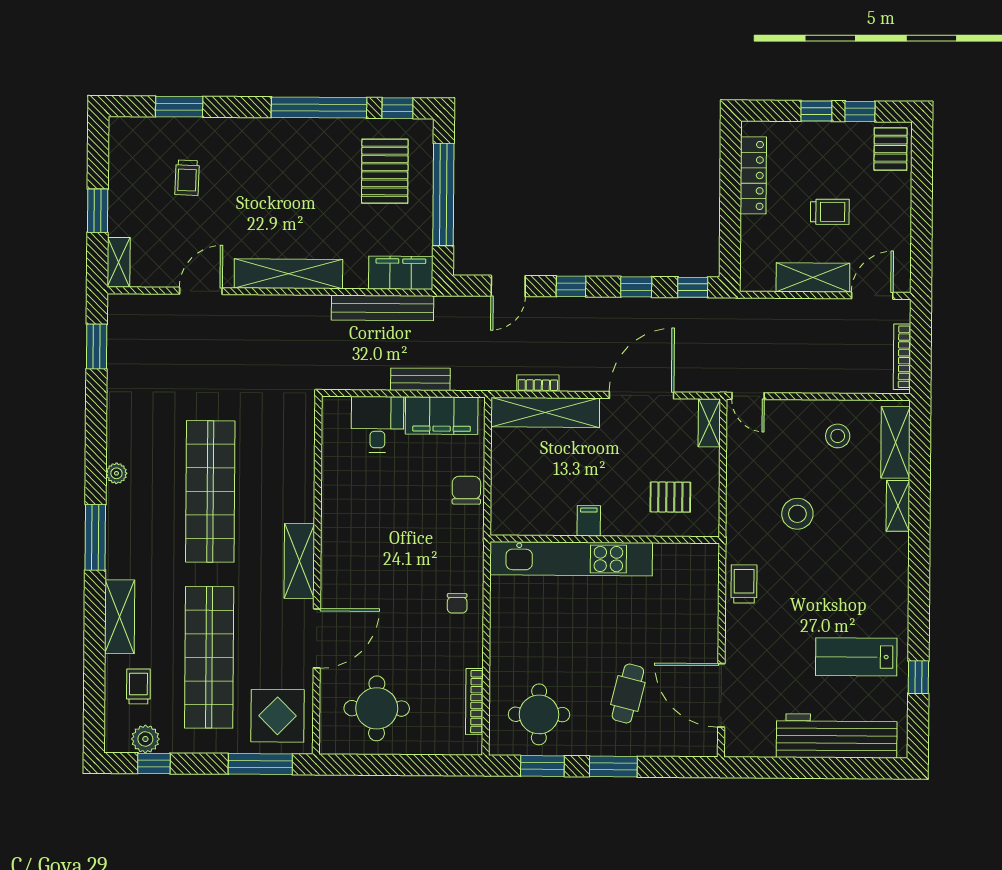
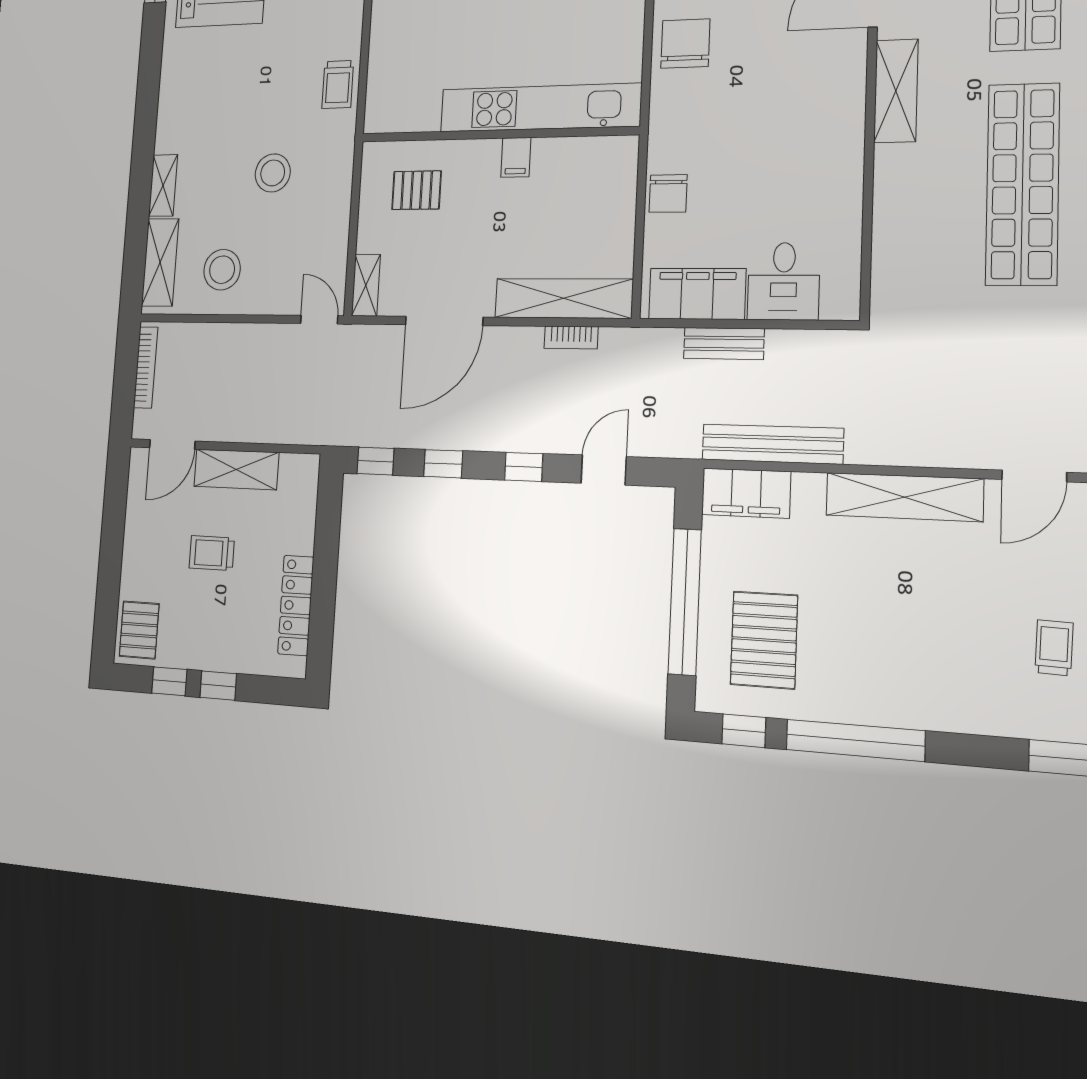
stool: (838, 436) -> (222, 270), width x1.38, depth x1.38
chair: (457, 603) -> (685, 44), width x1.87, depth x1.87

